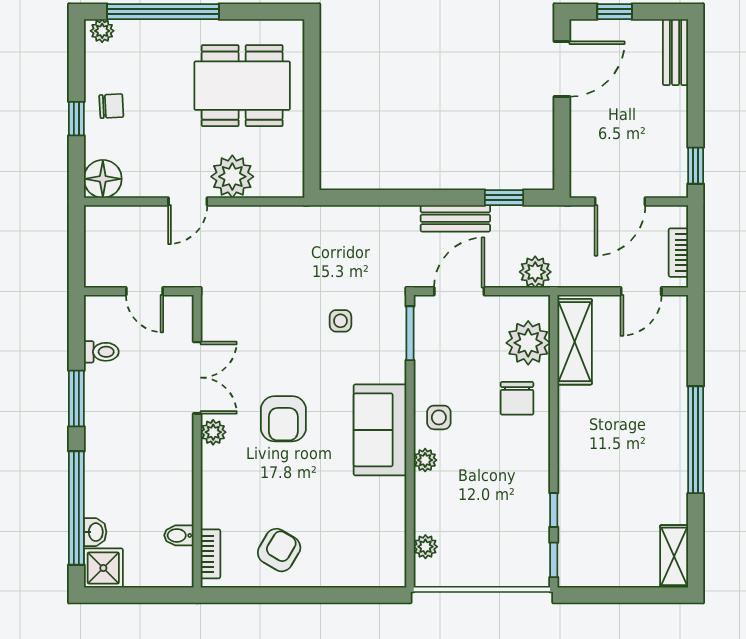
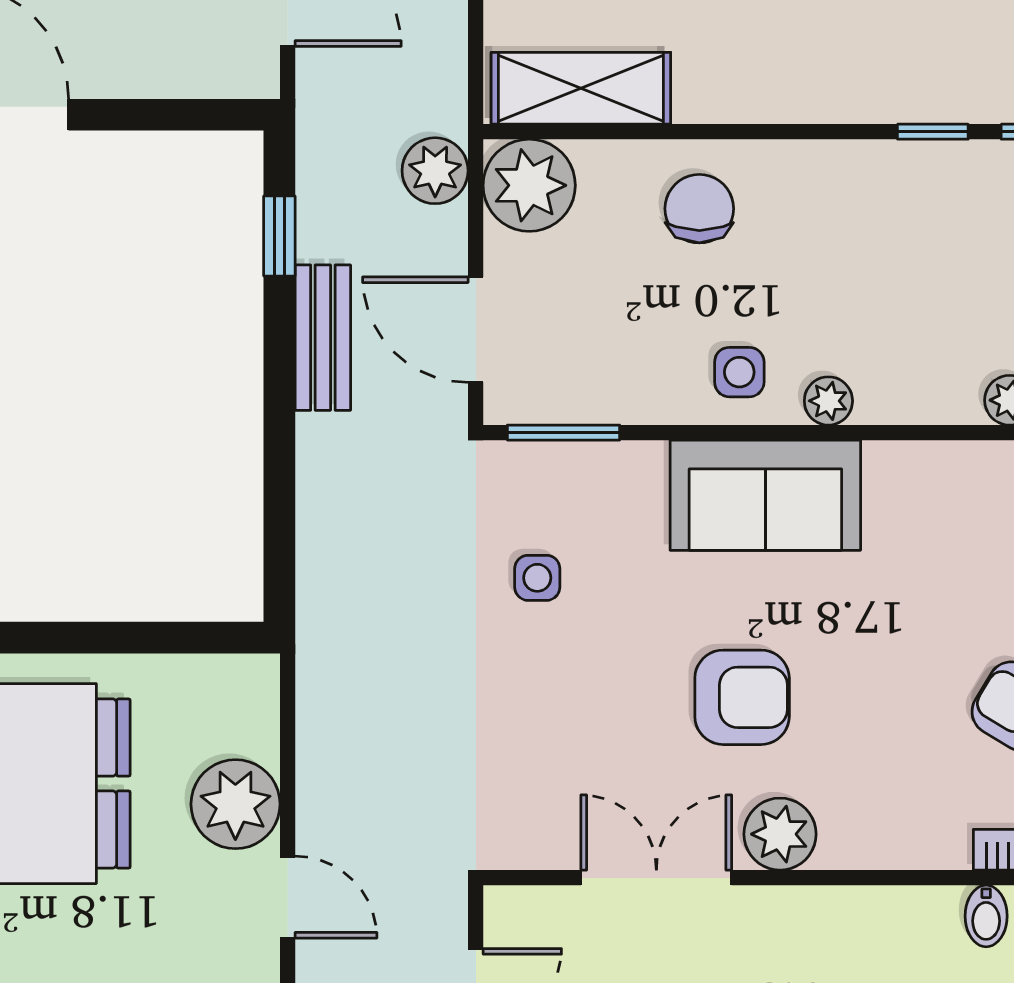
plant: (528, 343) -> (529, 185), moved
chair: (517, 398) -> (699, 209), turned -90
plant: (213, 432) -> (780, 834), width x1.38, depth x1.38

